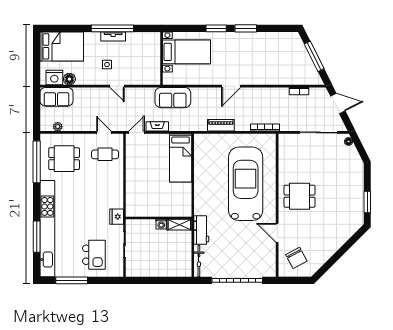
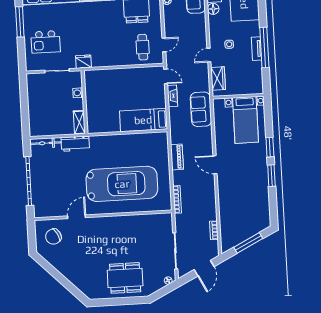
wardrobe: (142, 78) -> (218, 78), added
dining table: (300, 196) -> (125, 278), moved, width x1.38
window: (367, 202) -> (111, 302), removed
washing machine: (161, 224) -> (78, 93), moved

